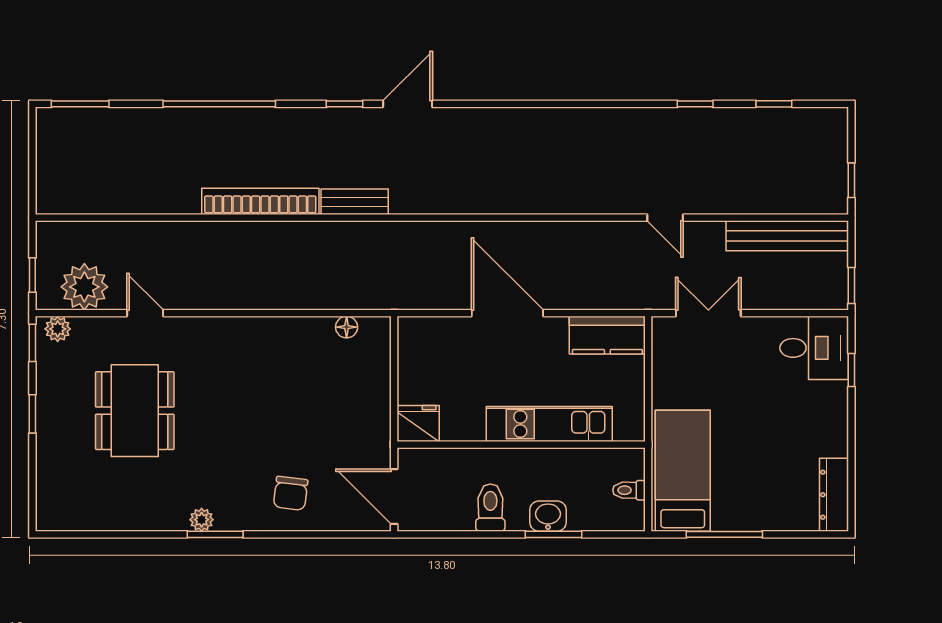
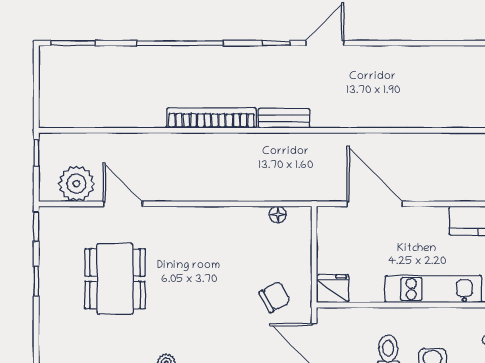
window: (32, 275) -> (36, 153), moved
door: (145, 313) -> (123, 204), width x1.38
door: (507, 313) -> (375, 204), moved
plant: (58, 329) -> (56, 216), removed
chair: (291, 493) -> (275, 297), moved, turned -126

